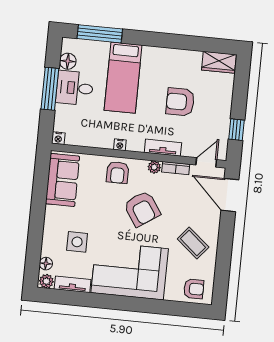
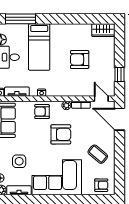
tv unit: (163, 148) -> (17, 92), moved
door: (206, 162) -> (101, 99), hinge flipped
armchair: (118, 173) -> (42, 112), turned 90
armchair: (142, 209) -> (61, 134), turned -56

